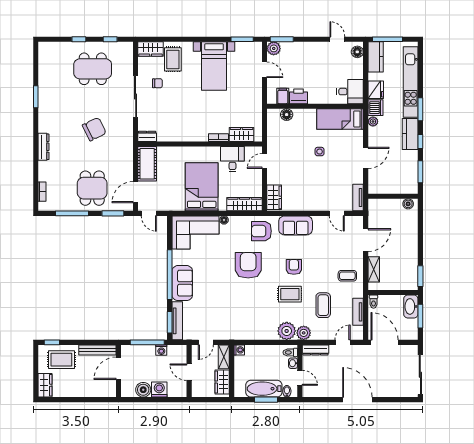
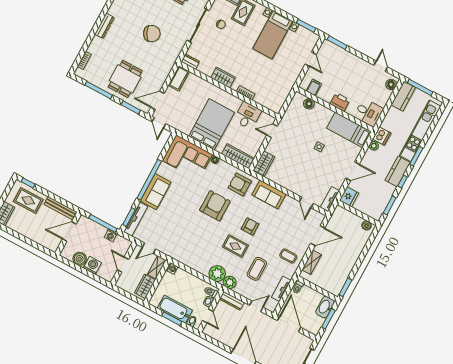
plant: (274, 48) -> (327, 46), removed
fridge: (376, 90) -> (349, 197), moved
printer: (299, 96) -> (340, 102), moved
wardrobe: (241, 134) -> (223, 77), moved
cot: (147, 164) -> (179, 78), width x0.73, depth x0.75

